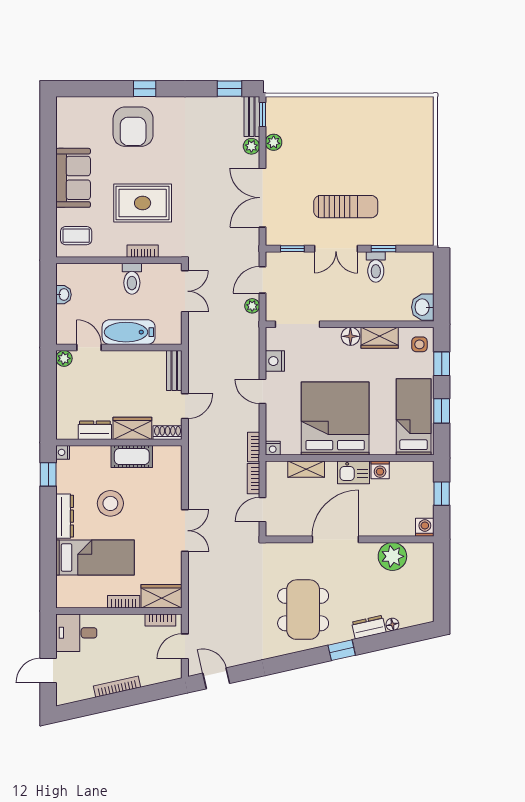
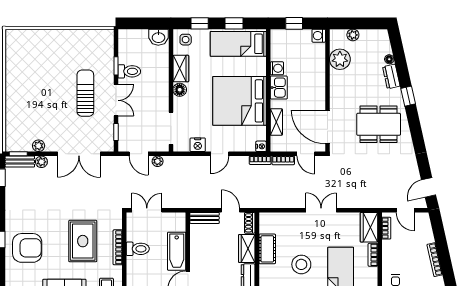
bookcase: (143, 251) -> (118, 247), width x1.56
door: (335, 539) -> (327, 127), moved
plant: (426, 574) -> (353, 35), added

